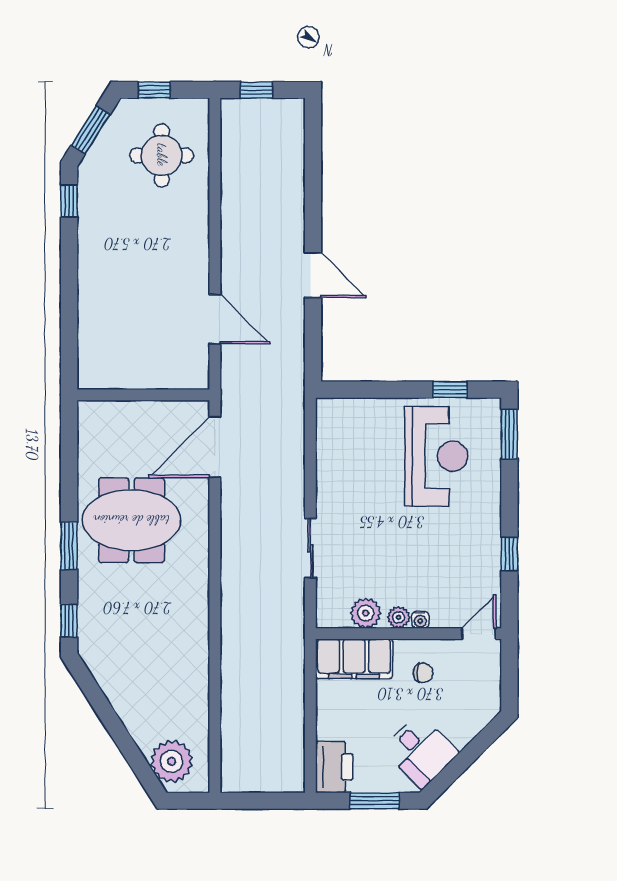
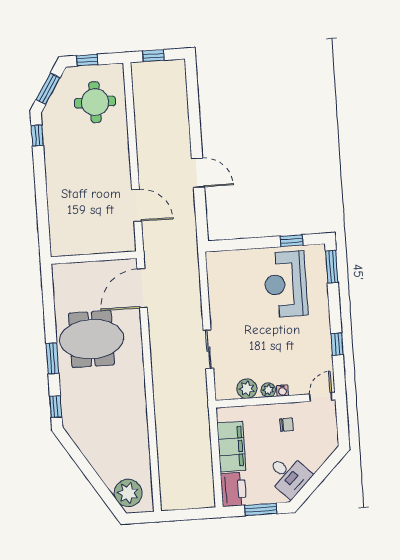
reception desk: (436, 456) -> (286, 284), turned 180
filing cabinet: (354, 659) -> (231, 447), moved, turned -90

